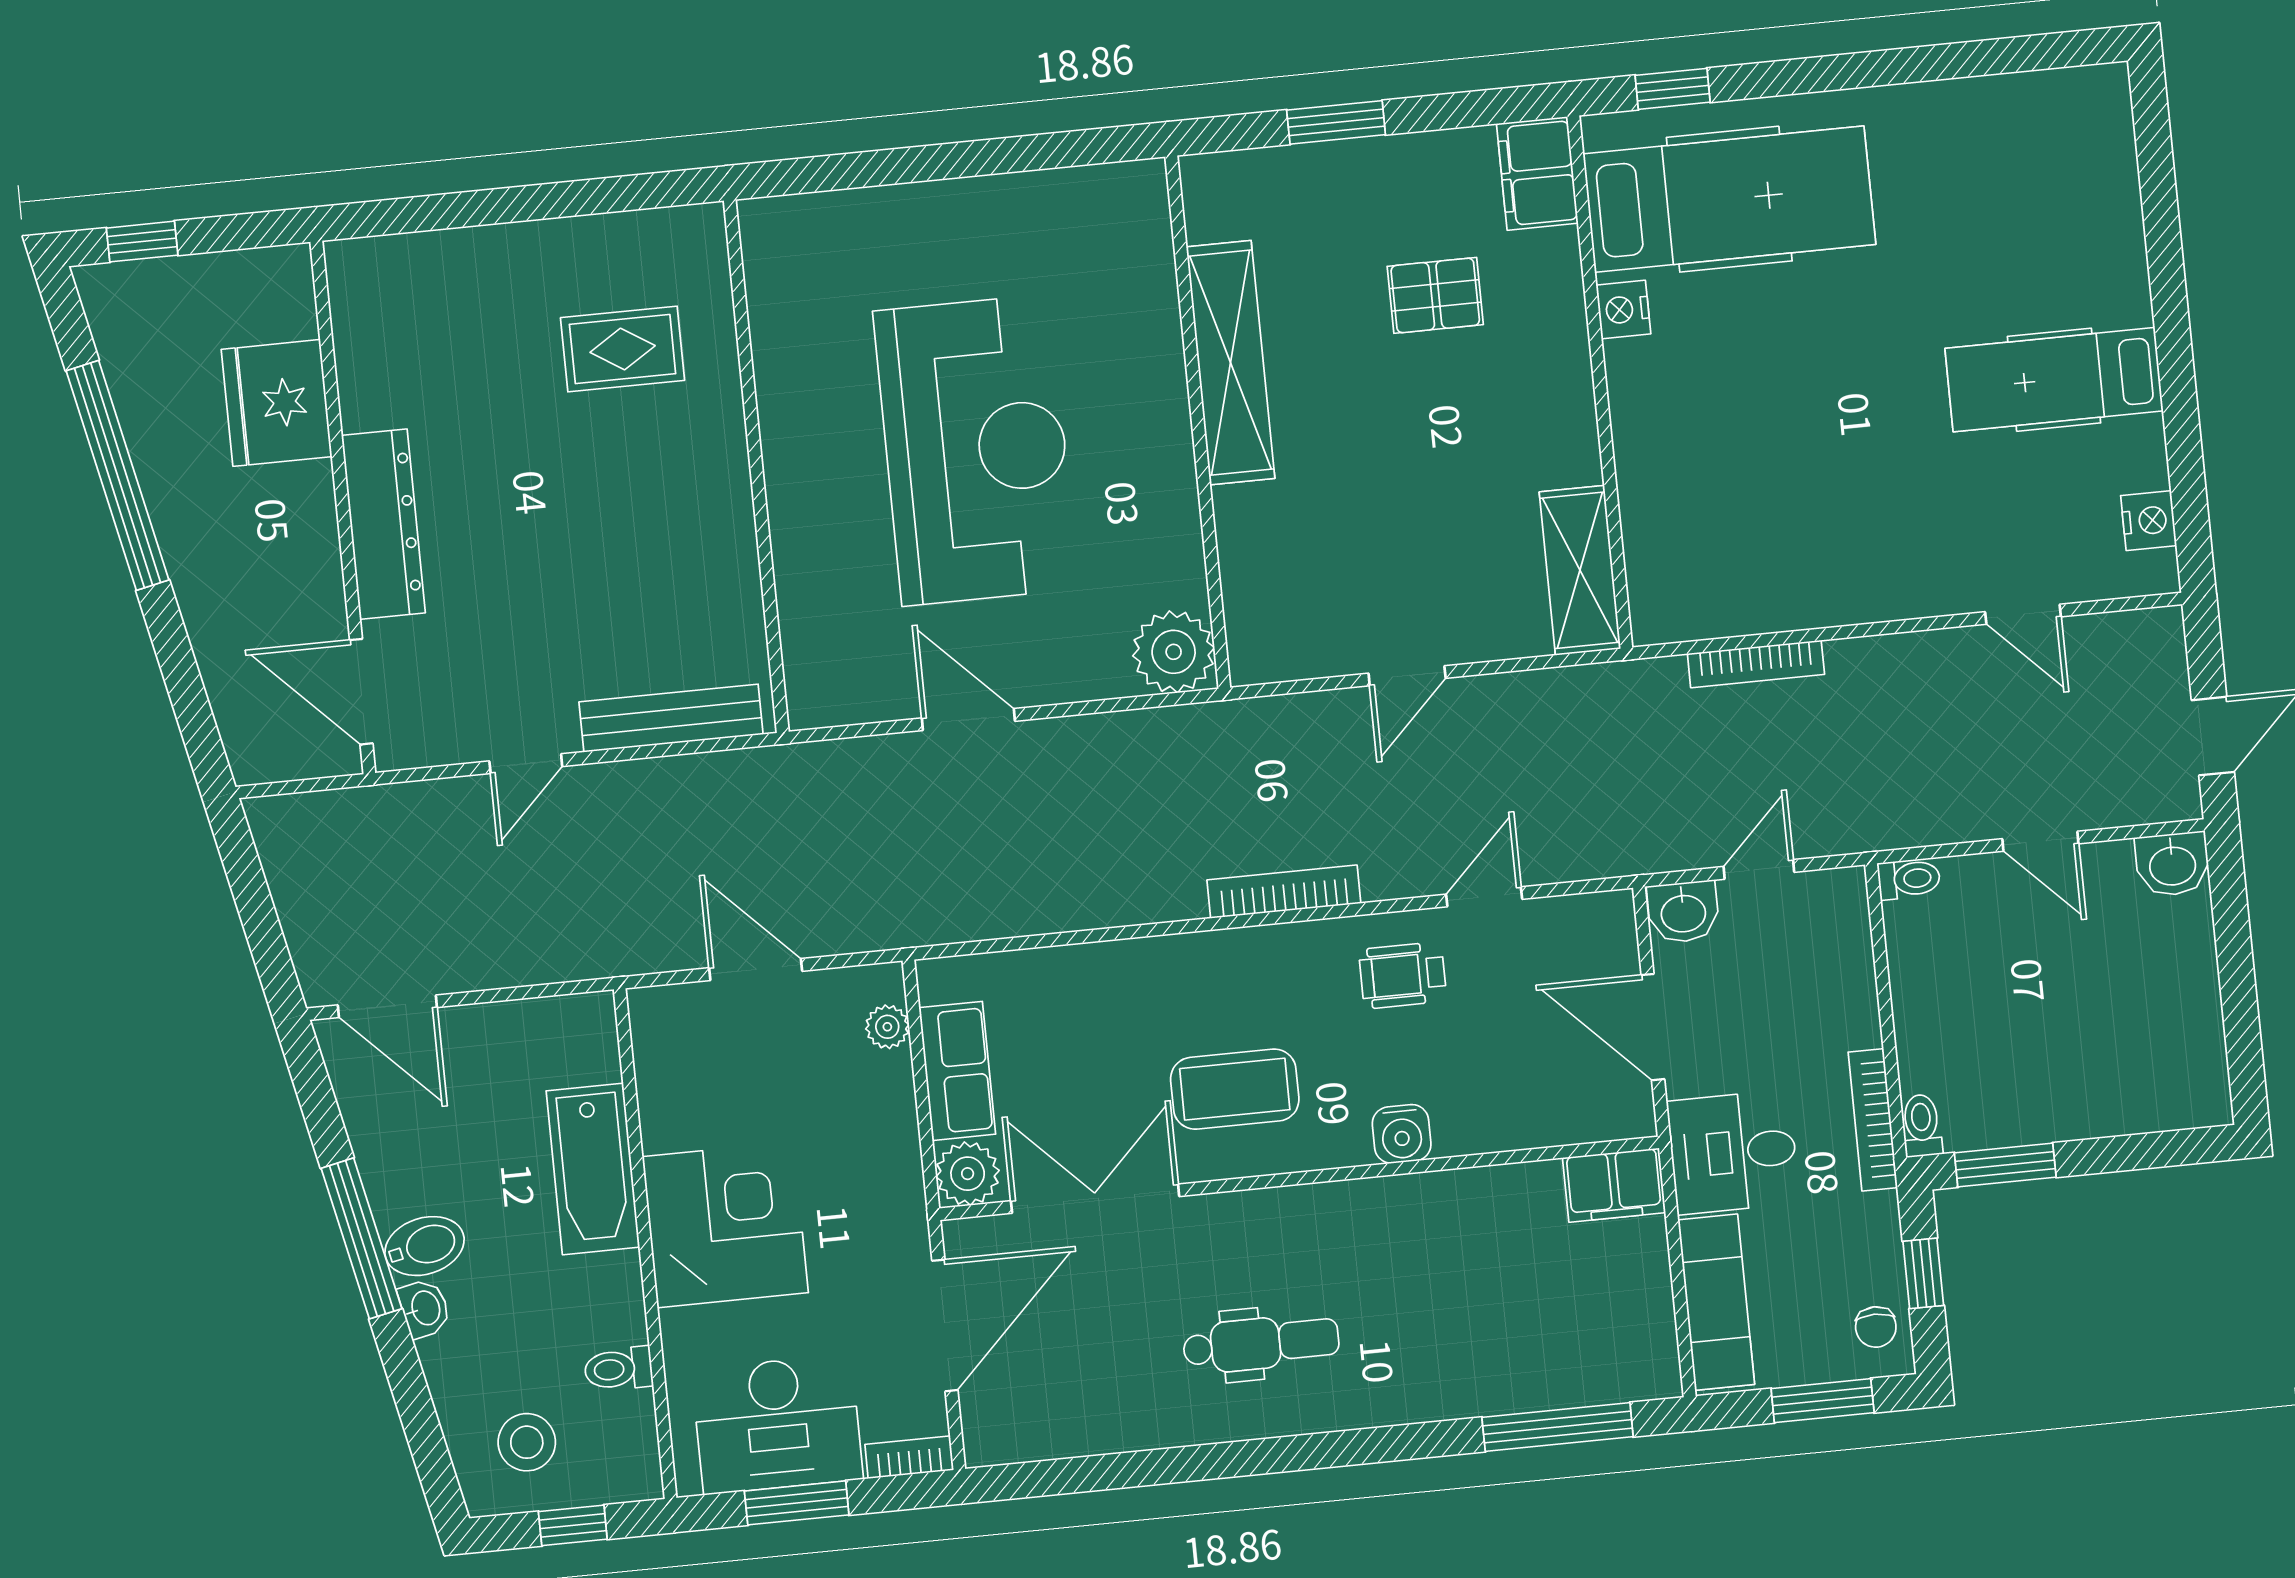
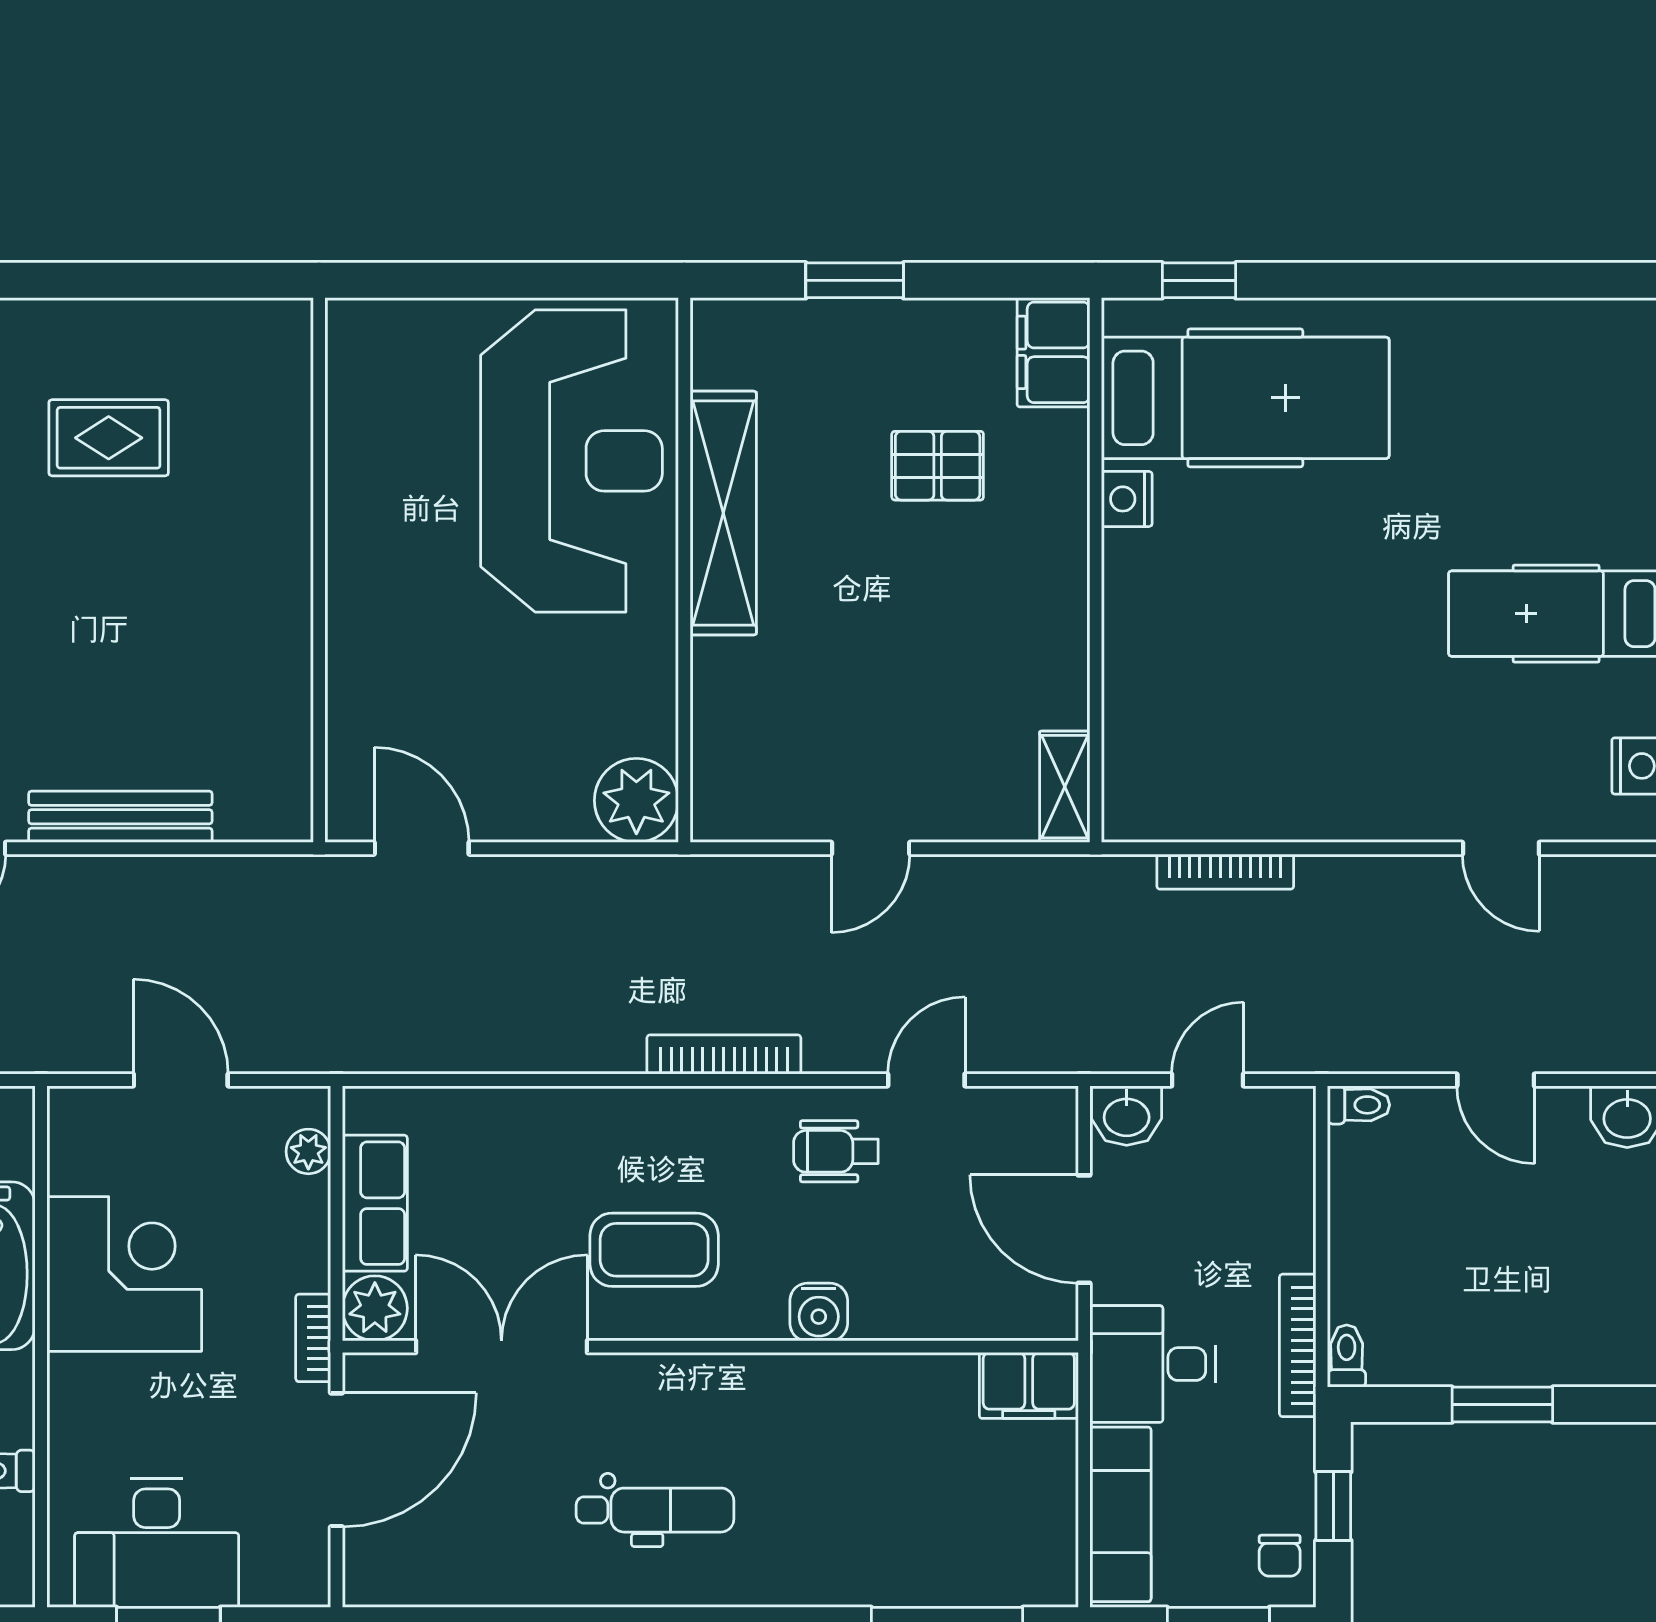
reception desk: (976, 450) -> (571, 461), moved
wall: (756, 466) -> (319, 570), moved
shelving: (1580, 570) -> (1065, 787), width x0.67, depth x0.75
window: (2005, 1165) -> (1502, 1405), moved
corner desk: (725, 1225) -> (124, 1274), moved
bookcase: (909, 1457) -> (313, 1338), moved, turned -90

